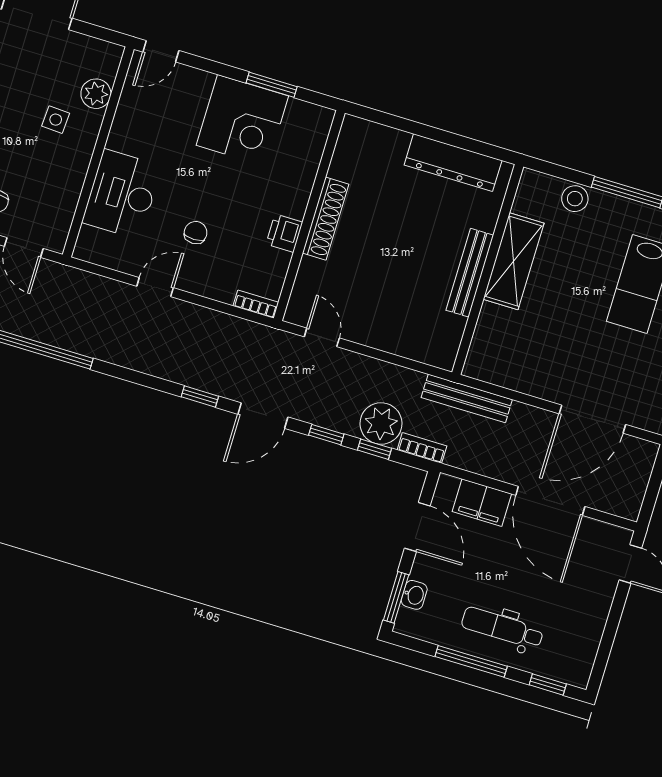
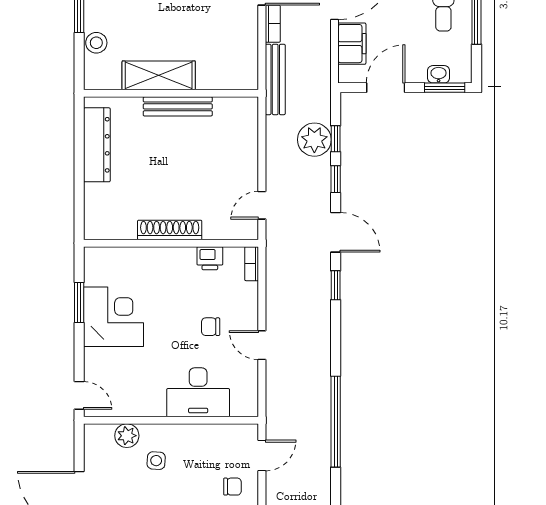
printer: (284, 233) -> (210, 258), moved
bookcase: (422, 448) -> (273, 24), moved, turned 180

